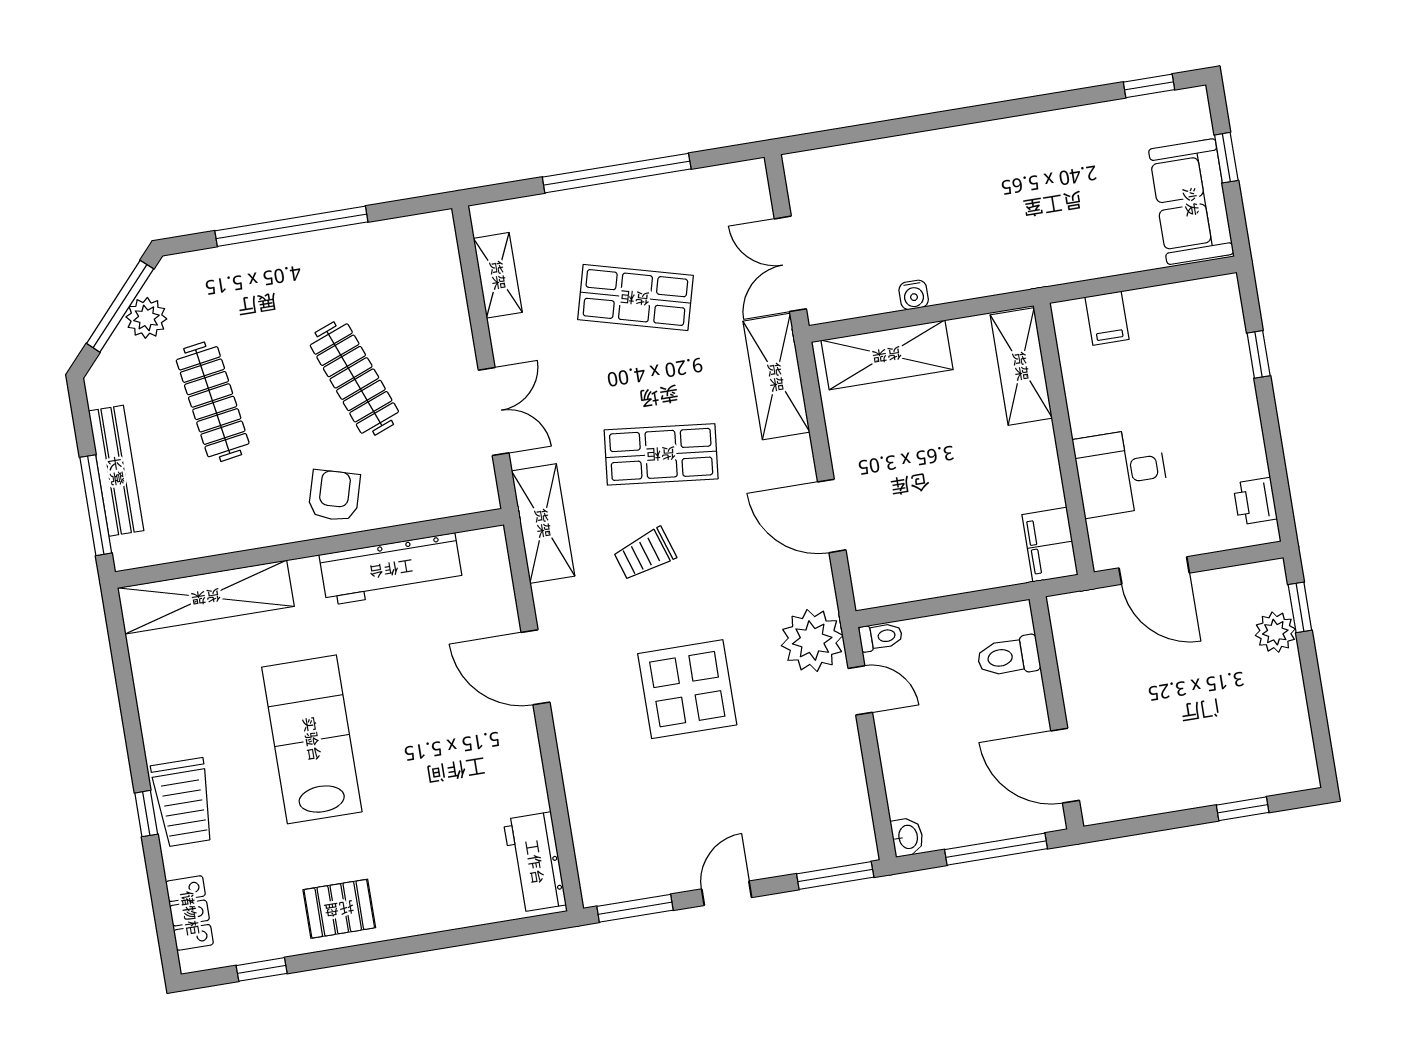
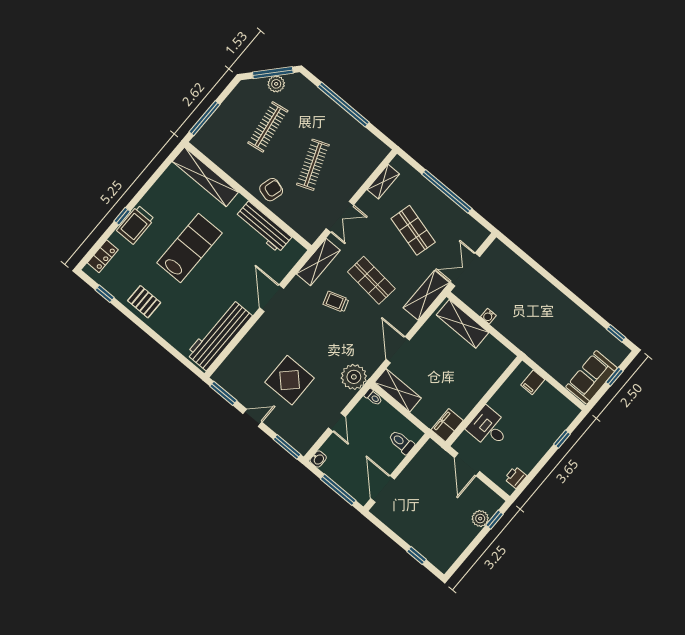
shelving: (1021, 366) -> (398, 390), moved, turned 90
bench: (116, 471) -> (221, 115), removed
display table: (687, 689) -> (290, 380), moved
door: (860, 690) -> (337, 422), moved
workbench: (535, 862) -> (219, 335), width x1.88, depth x1.32

